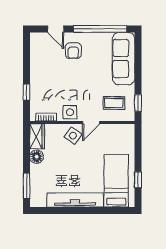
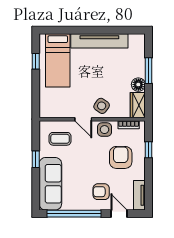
tv unit: (35, 47) -> (139, 195), added
armchair: (73, 51) -> (101, 192), turned -90
armchair: (54, 85) -> (121, 157), added
window: (138, 103) -> (36, 159), moved
door: (91, 122) -> (83, 119), swing flipped
window: (26, 186) -> (148, 71), moved

